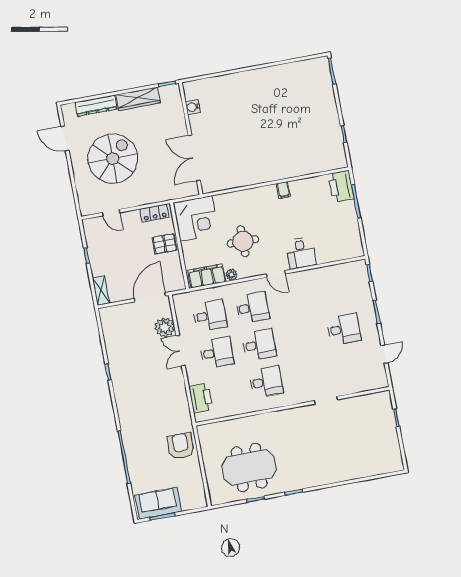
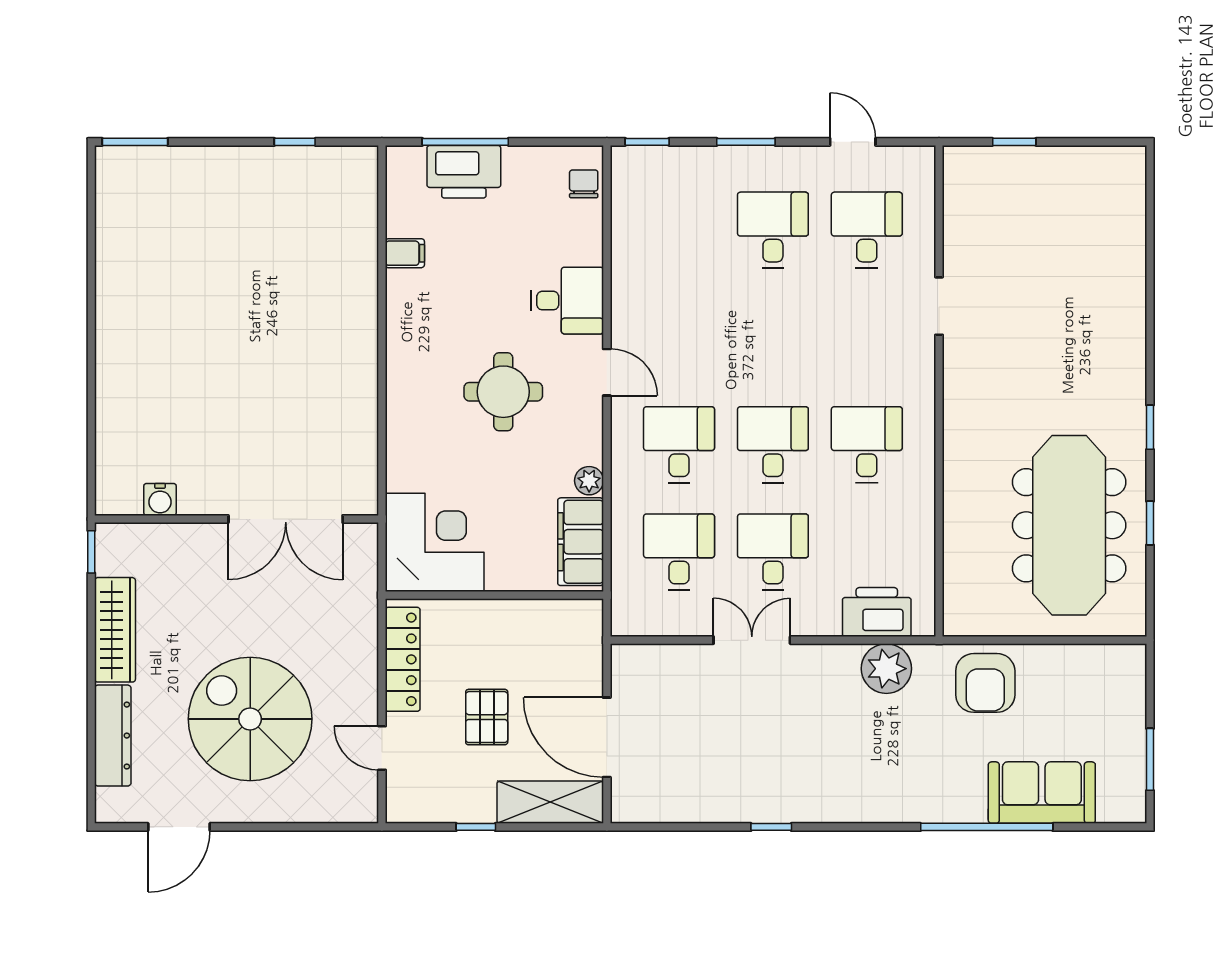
printer: (341, 186) -> (464, 172), moved
filing cabinet: (283, 190) -> (405, 253), moved
door: (111, 213) -> (382, 748), swing flipped
locker: (155, 213) -> (403, 659), width x1.53
round table: (243, 241) -> (503, 392), moved
pallet: (165, 244) -> (487, 717), moved
chair: (348, 251) -> (584, 184), added
door: (276, 274) -> (607, 372), hinge flipped
shelving: (101, 290) -> (550, 802), width x1.50, depth x1.33
door: (150, 297) -> (607, 737), moved
plant: (165, 327) -> (886, 669), moved
double door: (181, 351) -> (752, 640), swing flipped
desk: (351, 366) -> (867, 230), added
armchair: (181, 446) -> (985, 683), turned -90
meeting table: (249, 467) -> (1069, 525), width x1.36
sofa: (158, 503) -> (1042, 793), moved, turned 90

